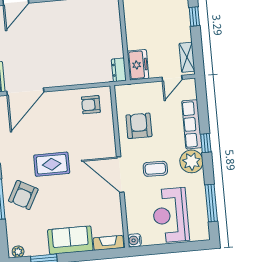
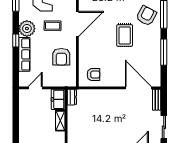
window: (194, 17) -> (16, 129), removed
shelving: (187, 57) -> (60, 121), moved
door: (25, 92) -> (138, 88), hinge flipped
rug: (52, 164) -> (125, 35), turned 90
door: (120, 175) -> (77, 24), hinge flipped

